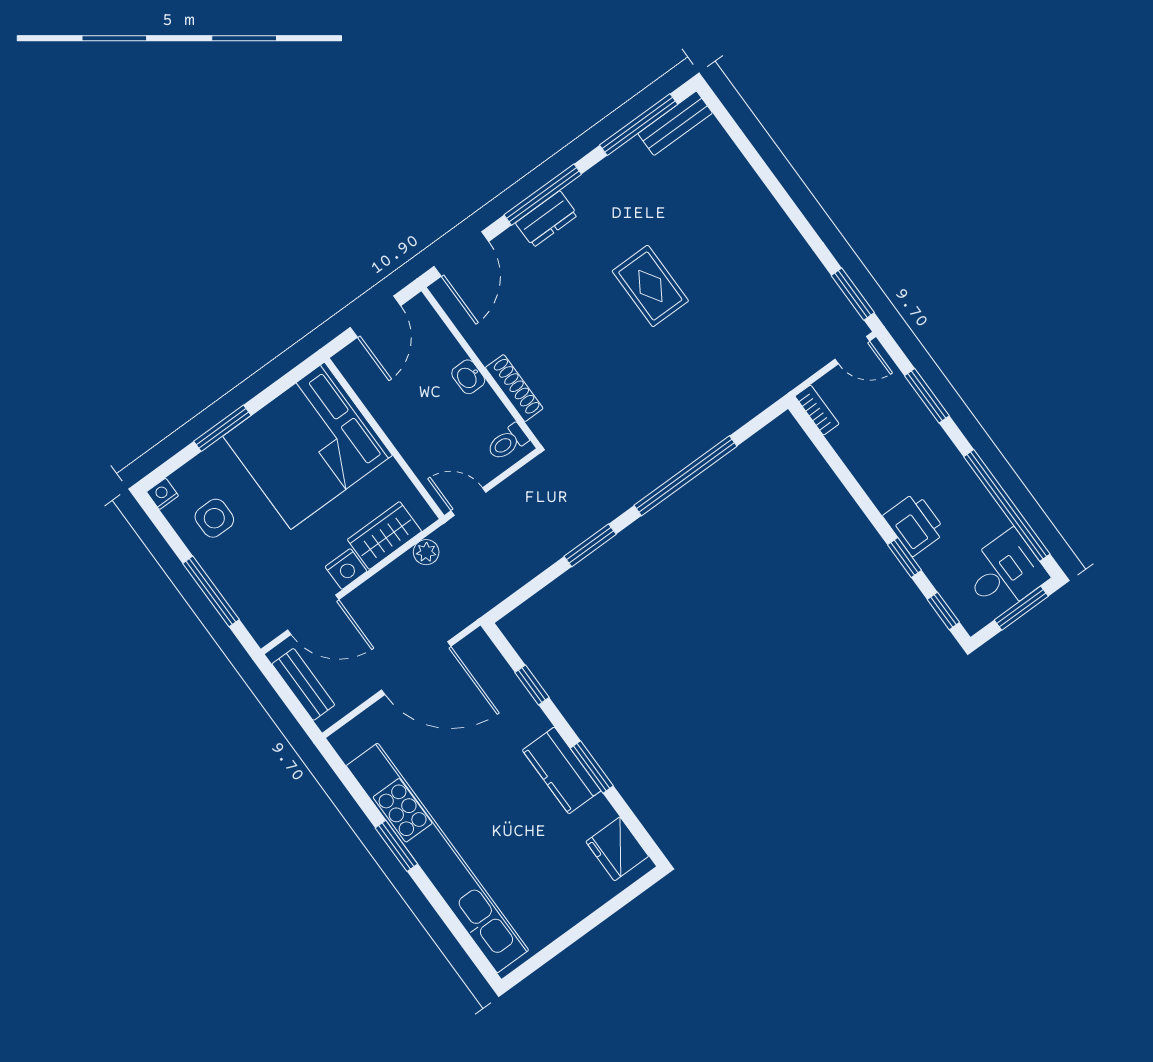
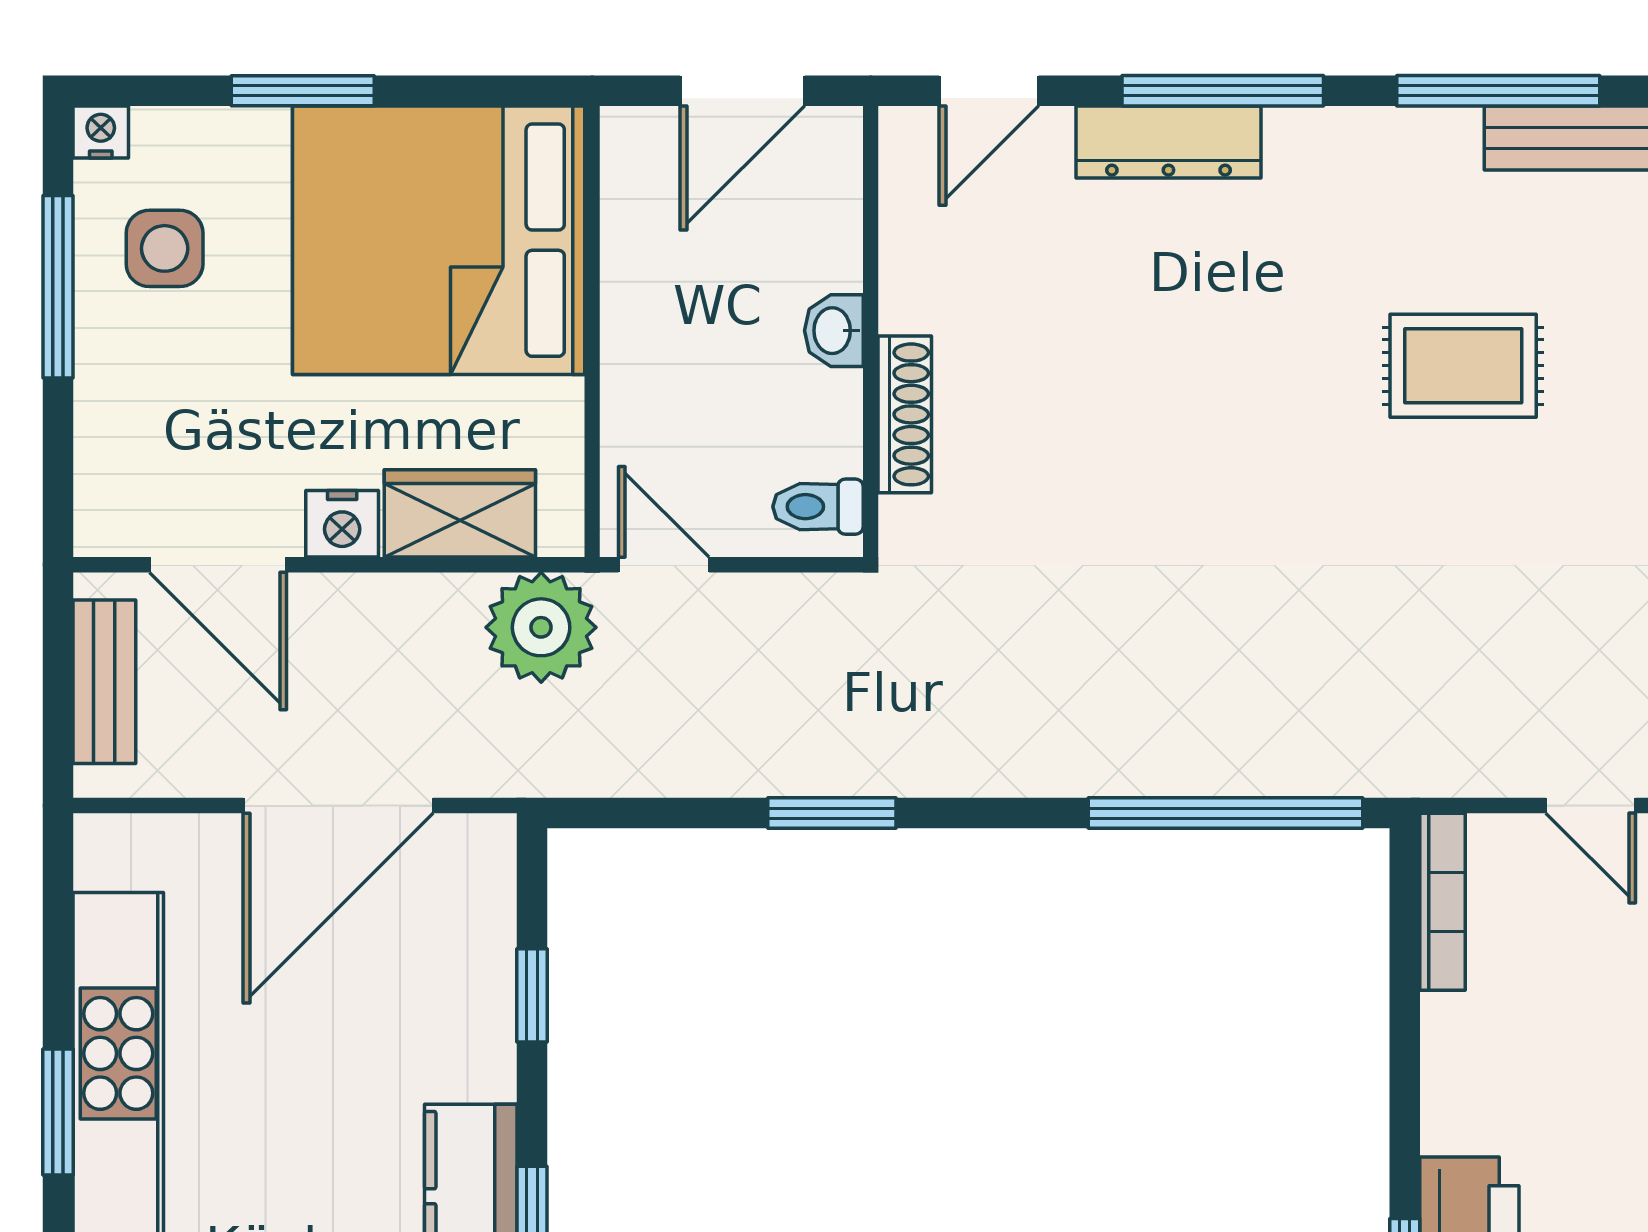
dresser: (547, 219) -> (1168, 142), width x1.44
door: (461, 254) -> (989, 91), width x0.73
rug: (650, 286) -> (1463, 366), moved, turned 90
bookcase: (817, 410) -> (1443, 902), width x1.56
window: (686, 476) -> (1226, 813), moved
plant: (426, 552) -> (541, 627), width x1.88, depth x1.88
window: (211, 591) -> (58, 287), moved
door: (416, 668) -> (338, 806), hinge flipped

